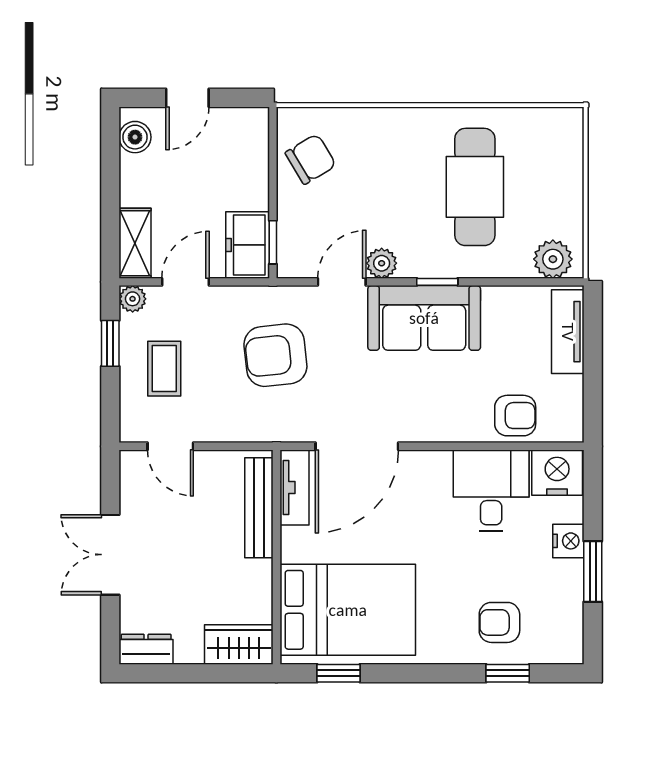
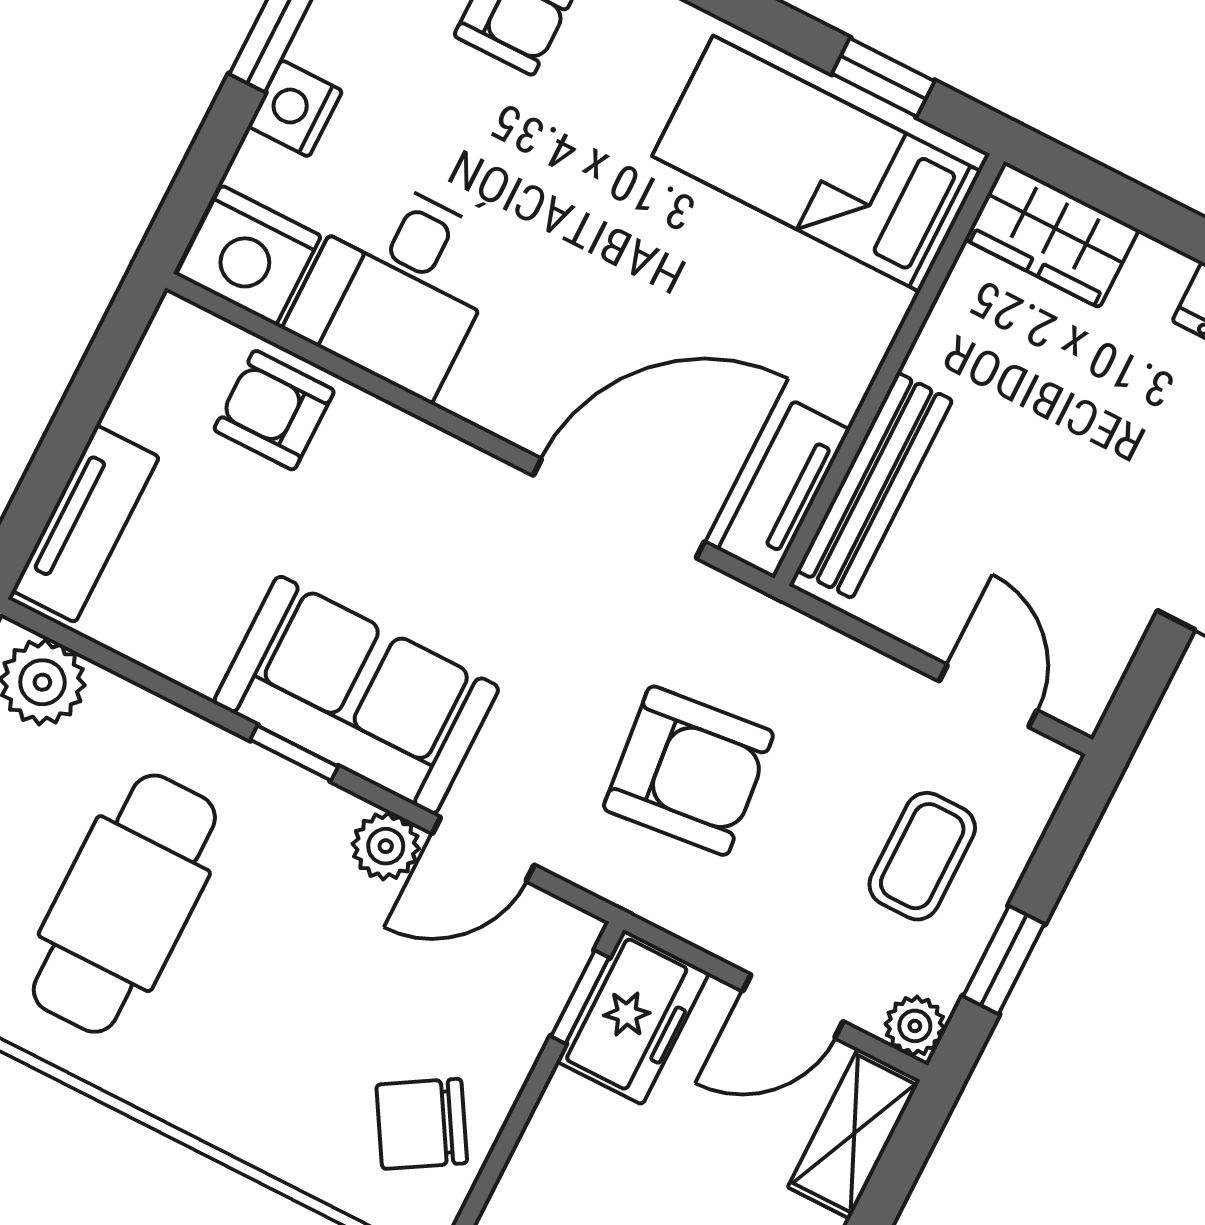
bed: (348, 610) -> (817, 164), width x0.67

